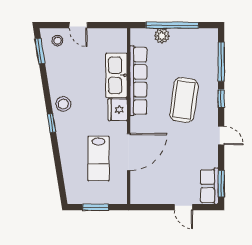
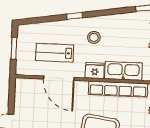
stool: (63, 104) -> (94, 37), moved
window: (51, 123) -> (75, 16), moved

